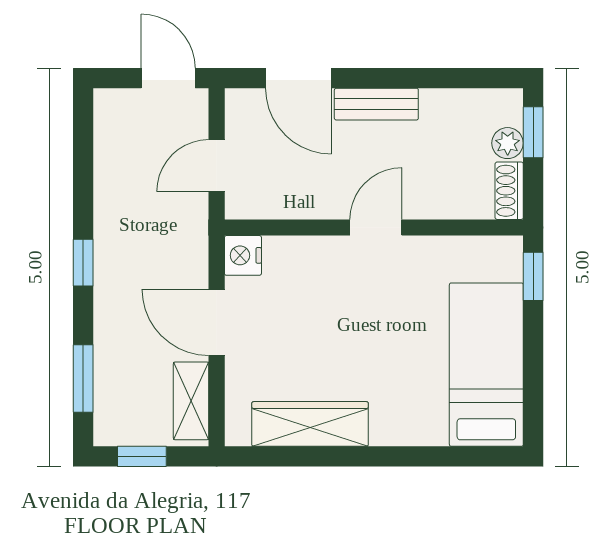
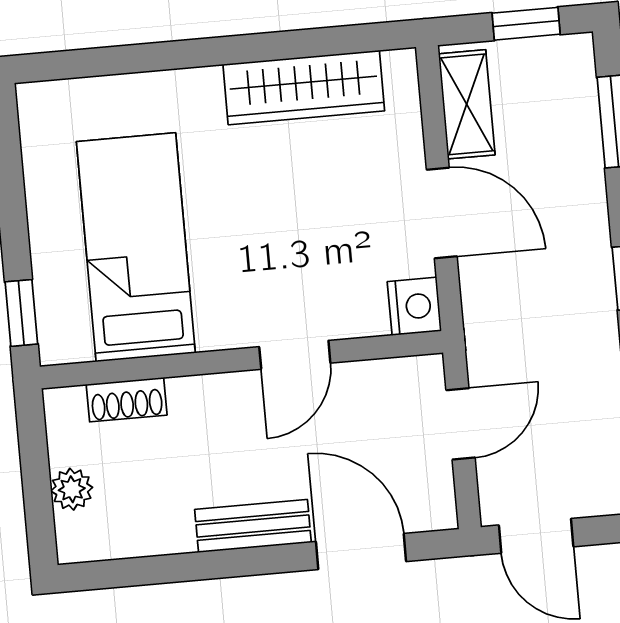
window: (533, 132) -> (39, 507), removed
shoe rack: (509, 191) -> (127, 400), moved, turned 90
door: (376, 227) -> (295, 355), moved
bed: (486, 365) -> (136, 247), moved, turned 180

